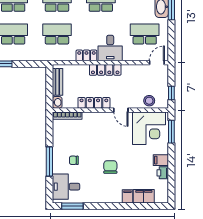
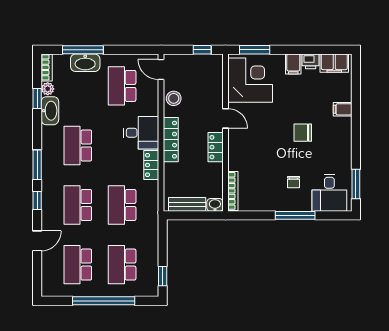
stool: (149, 101) -> (174, 98), moved
locker: (94, 103) -> (216, 147), width x0.66
door: (121, 110) -> (225, 118), hinge flipped
filing cabinet: (144, 196) -> (334, 63), moved, turned -90

